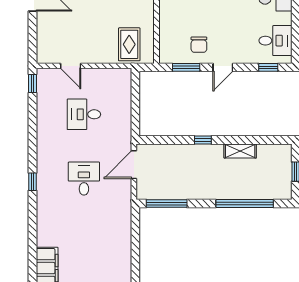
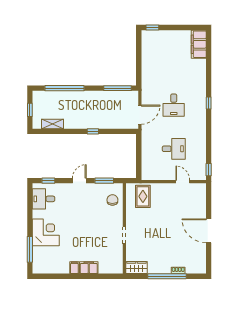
chair: (199, 45) -> (112, 200), moved
shelving: (240, 151) -> (53, 124), moved

